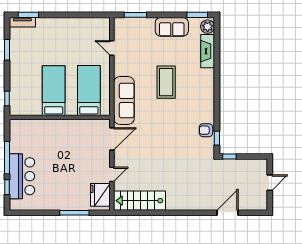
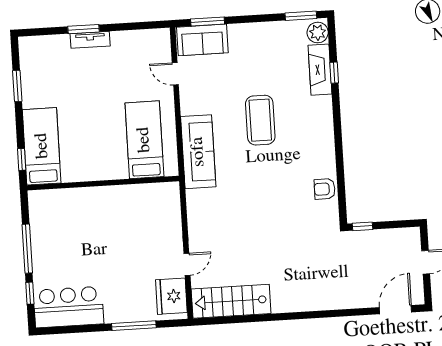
window: (28, 15) -> (83, 29), moved
tv unit: (22, 22) -> (90, 40), moved
sofa: (172, 27) -> (202, 40), moved
bed: (54, 91) -> (42, 146), moved
window: (217, 138) -> (334, 73), moved
door: (112, 139) -> (184, 211), removed
bar counter: (22, 176) -> (69, 307), moved, turned -90
door: (227, 213) -> (395, 310), moved

